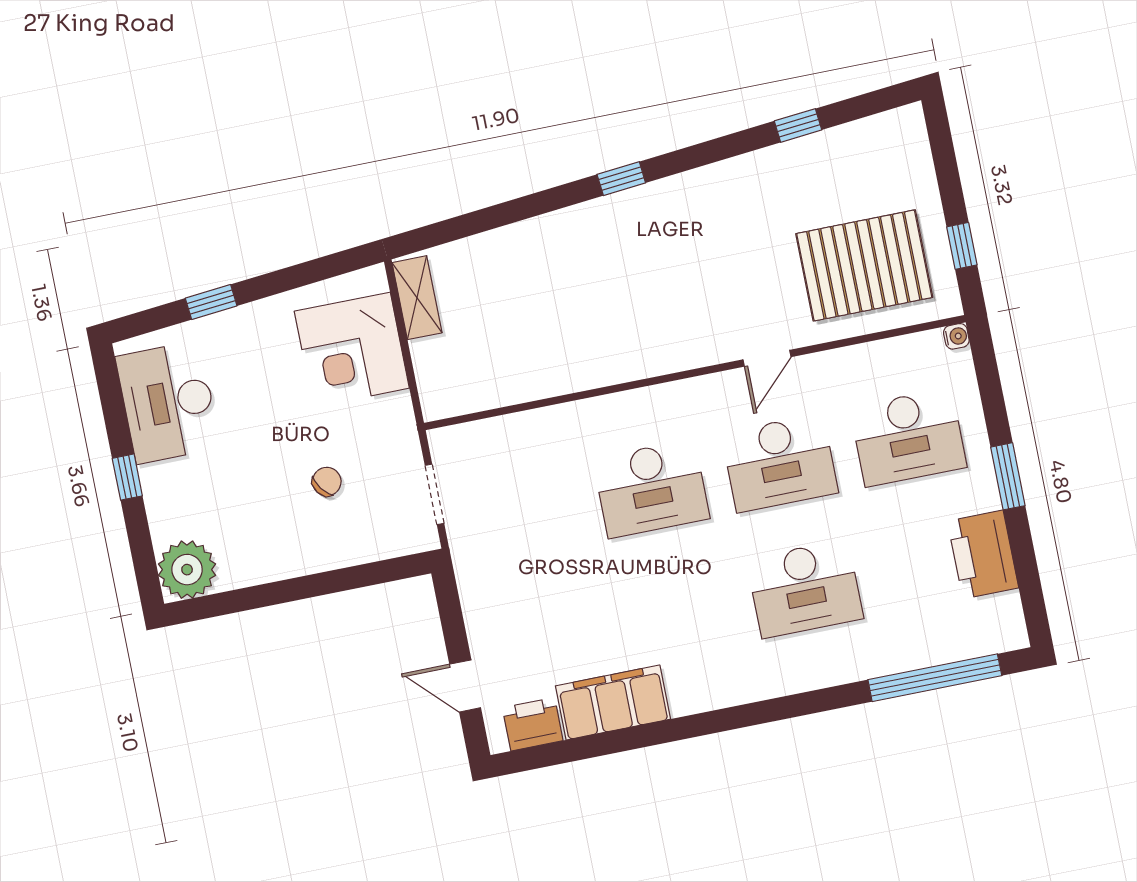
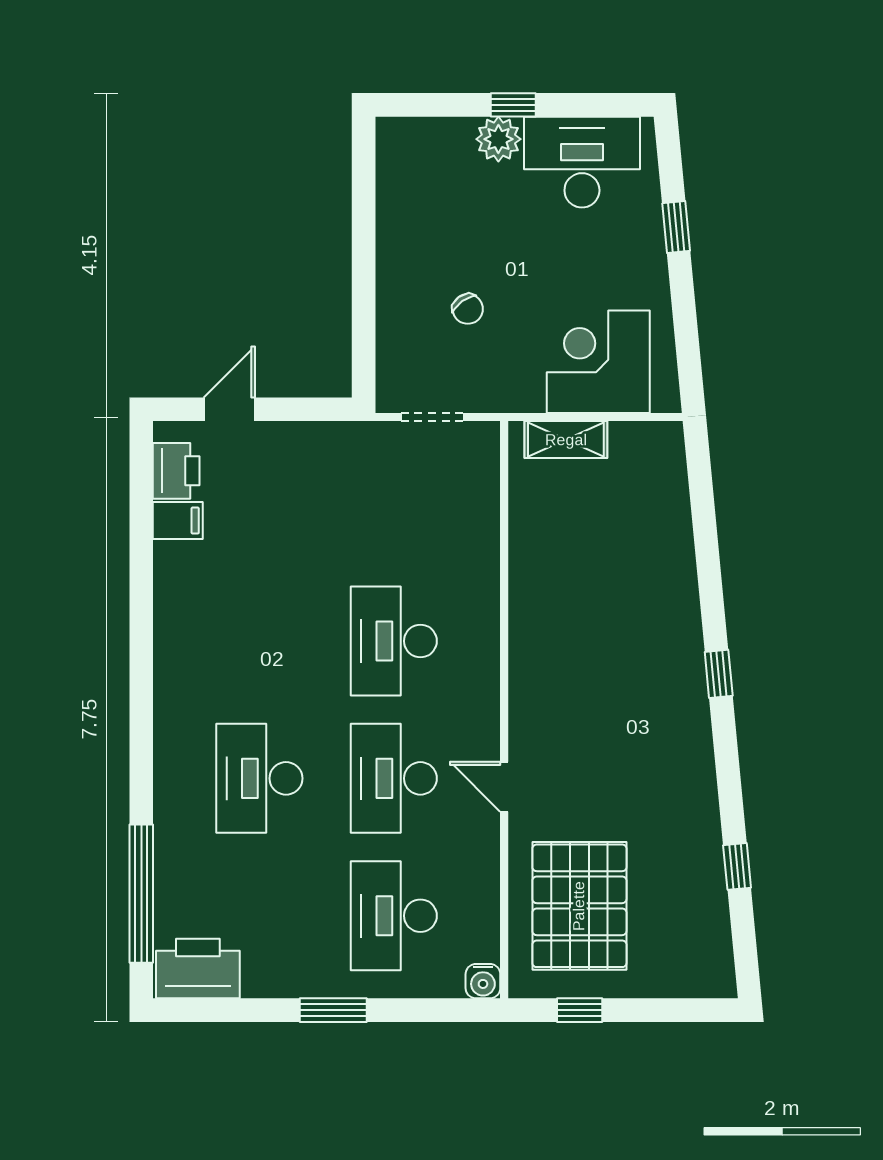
shelving: (417, 298) -> (566, 440), moved
water cooler: (956, 336) -> (483, 981), width x1.38, depth x1.38
printer: (983, 555) -> (198, 968), moved
plant: (187, 570) -> (498, 139), moved, width x0.73, depth x0.73
filing cabinet: (613, 702) -> (178, 521), width x0.33, depth x0.86

